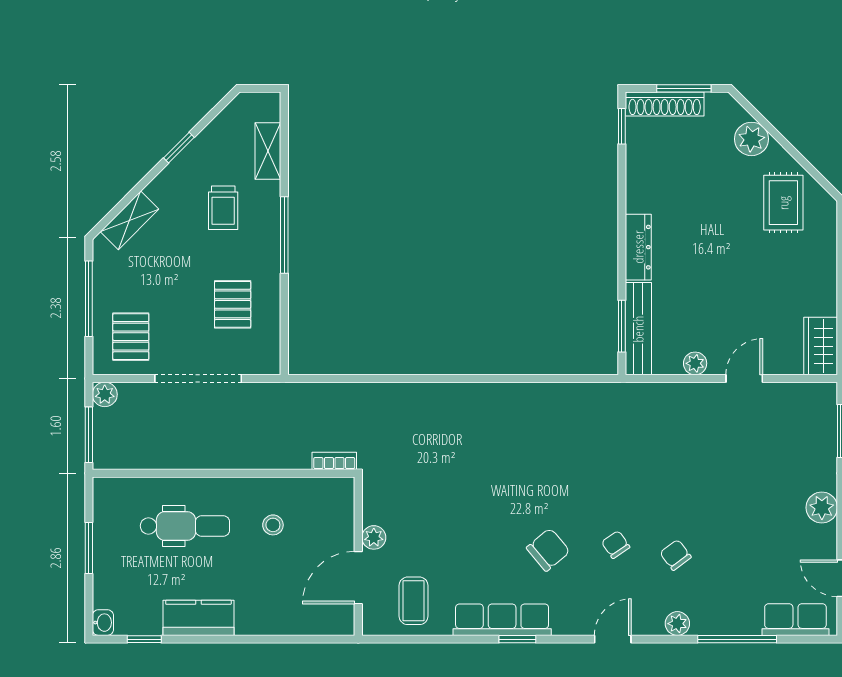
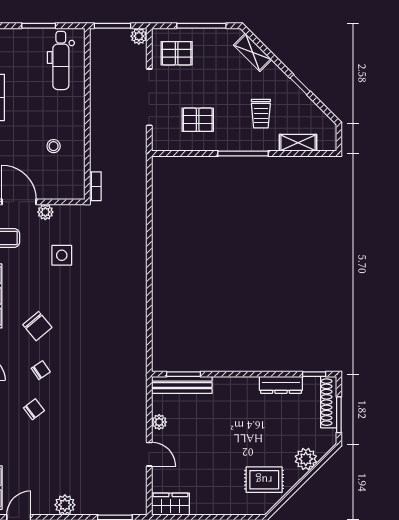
trolley: (223, 208) -> (261, 114), turned -90
dresser: (638, 247) -> (281, 385), moved
side table: (440, 512) -> (62, 255), added
dental chair: (185, 526) -> (61, 60), moved

